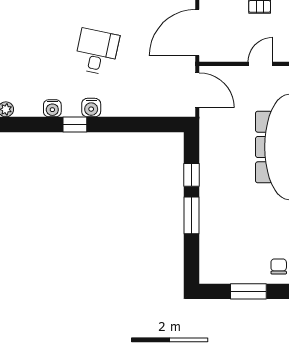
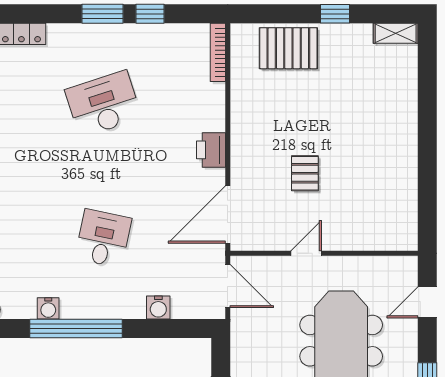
water cooler: (91, 108) -> (158, 307), moved
window: (75, 125) -> (76, 328), width x3.17

